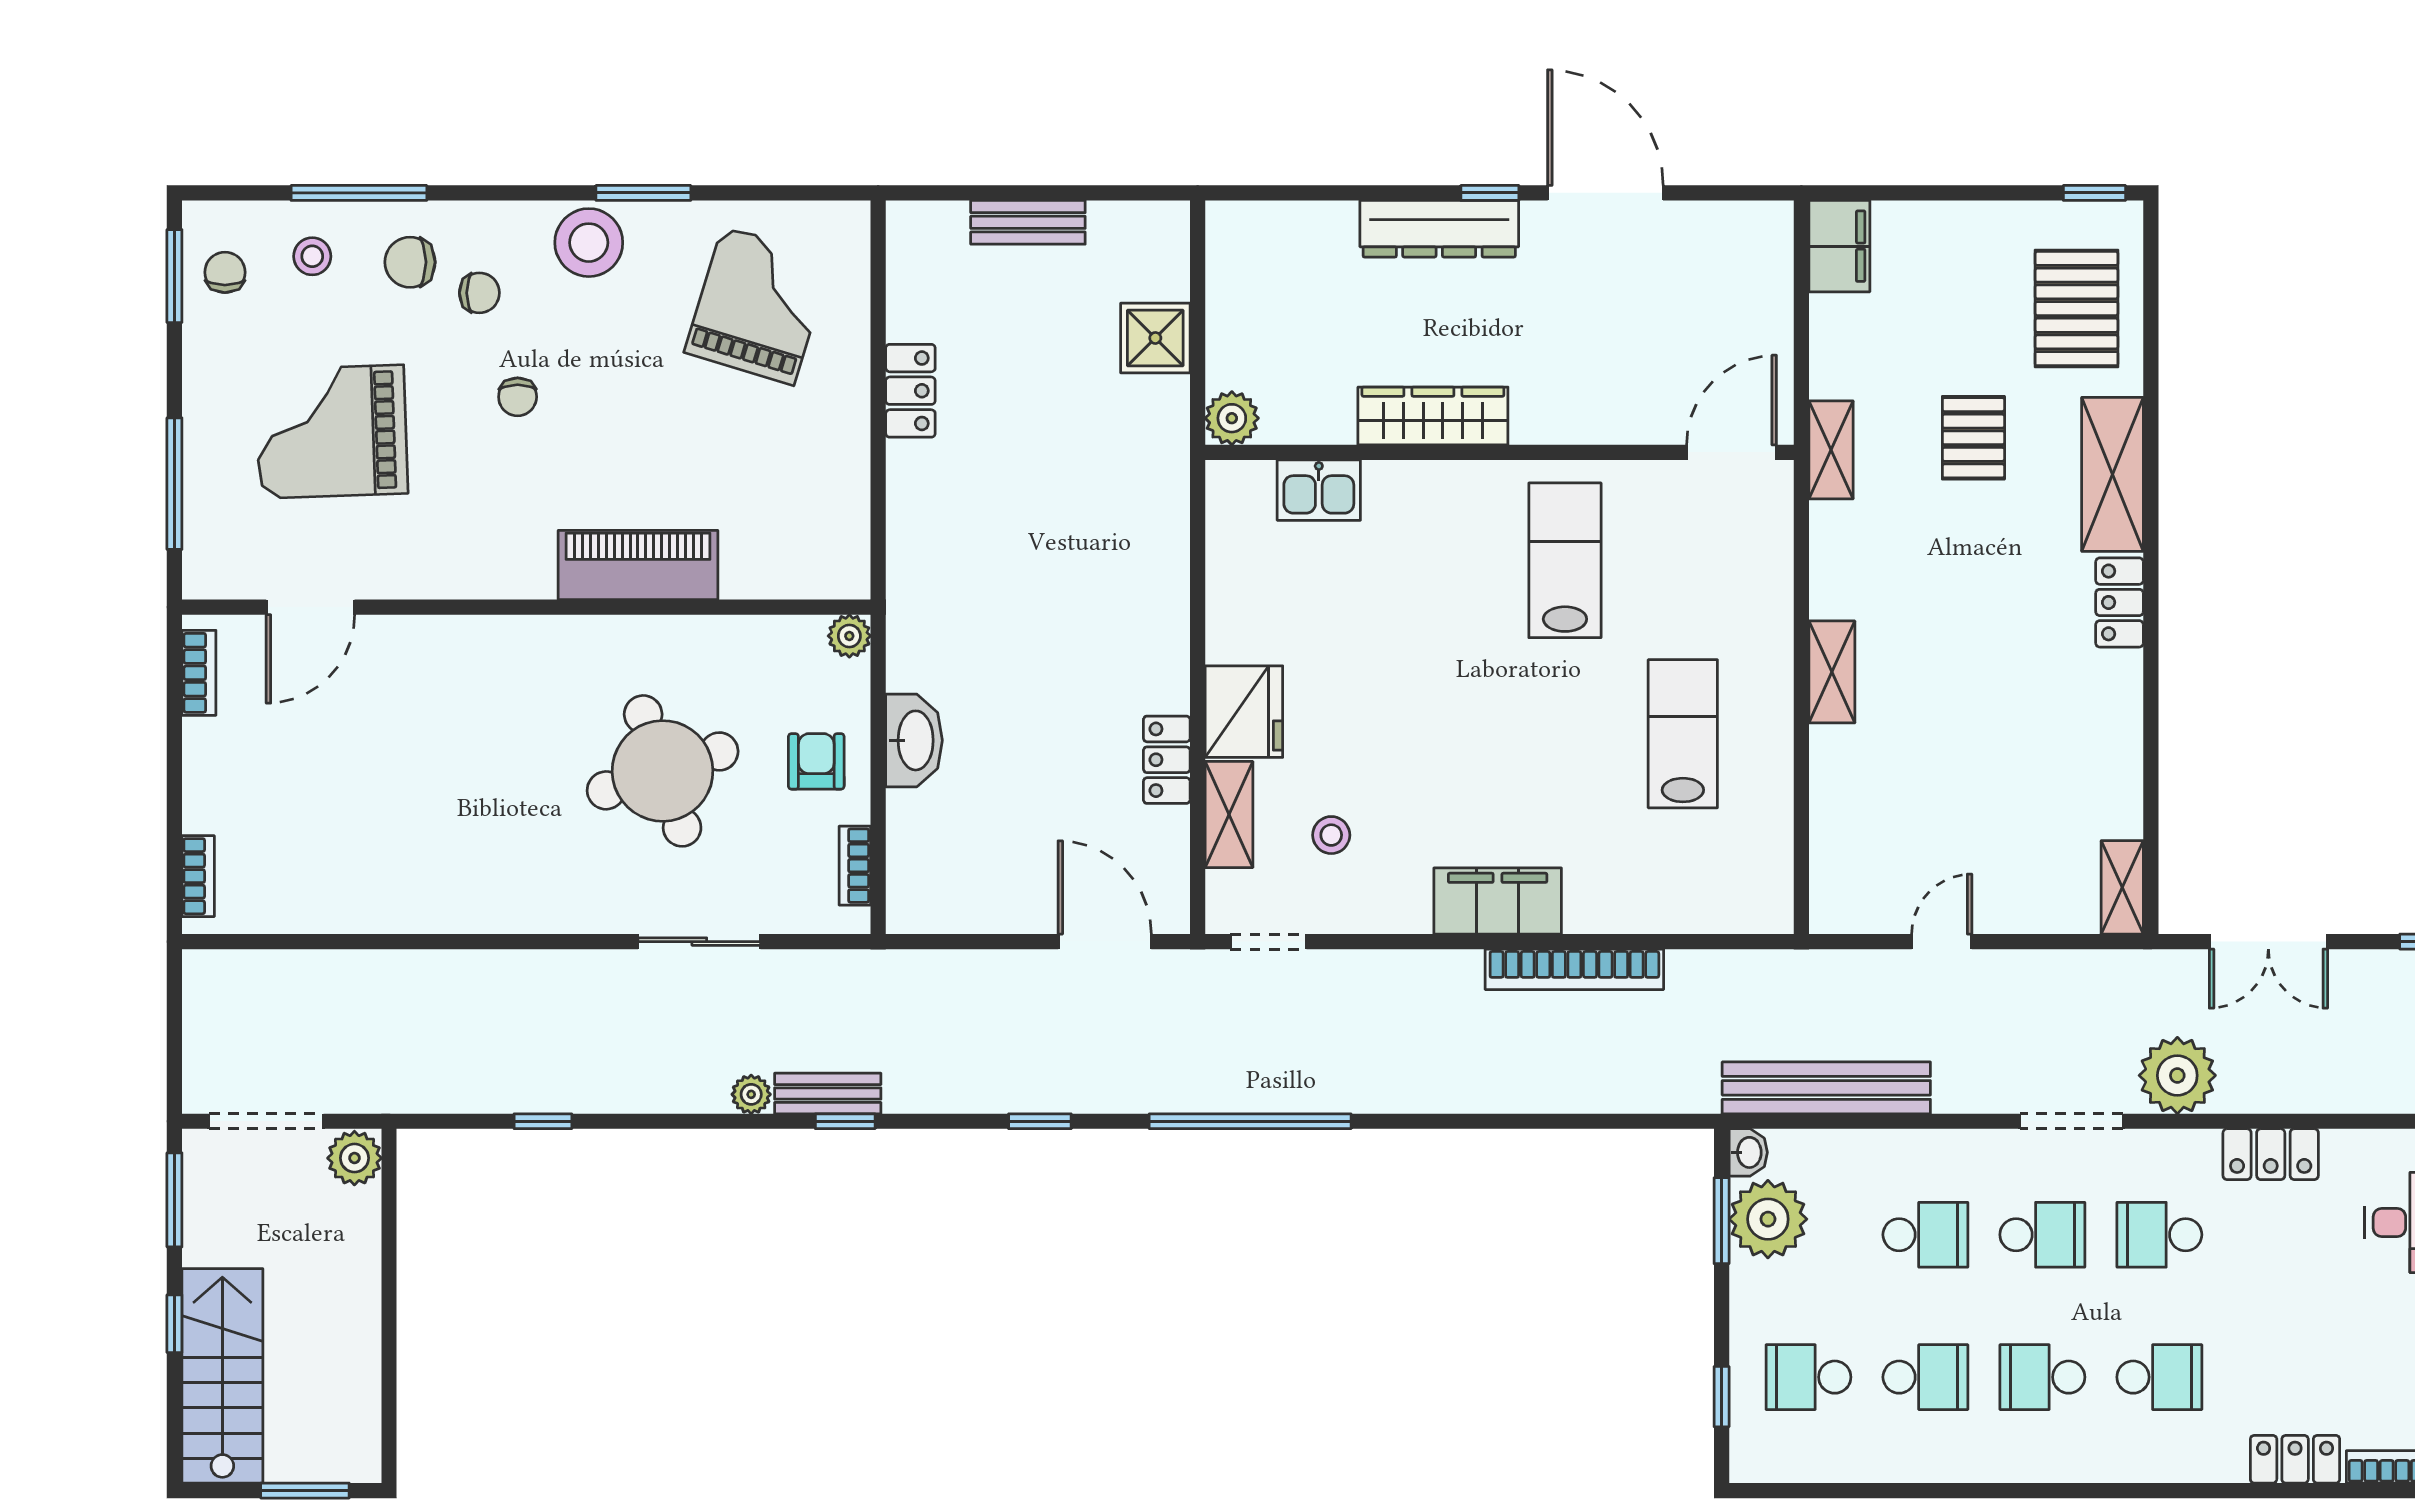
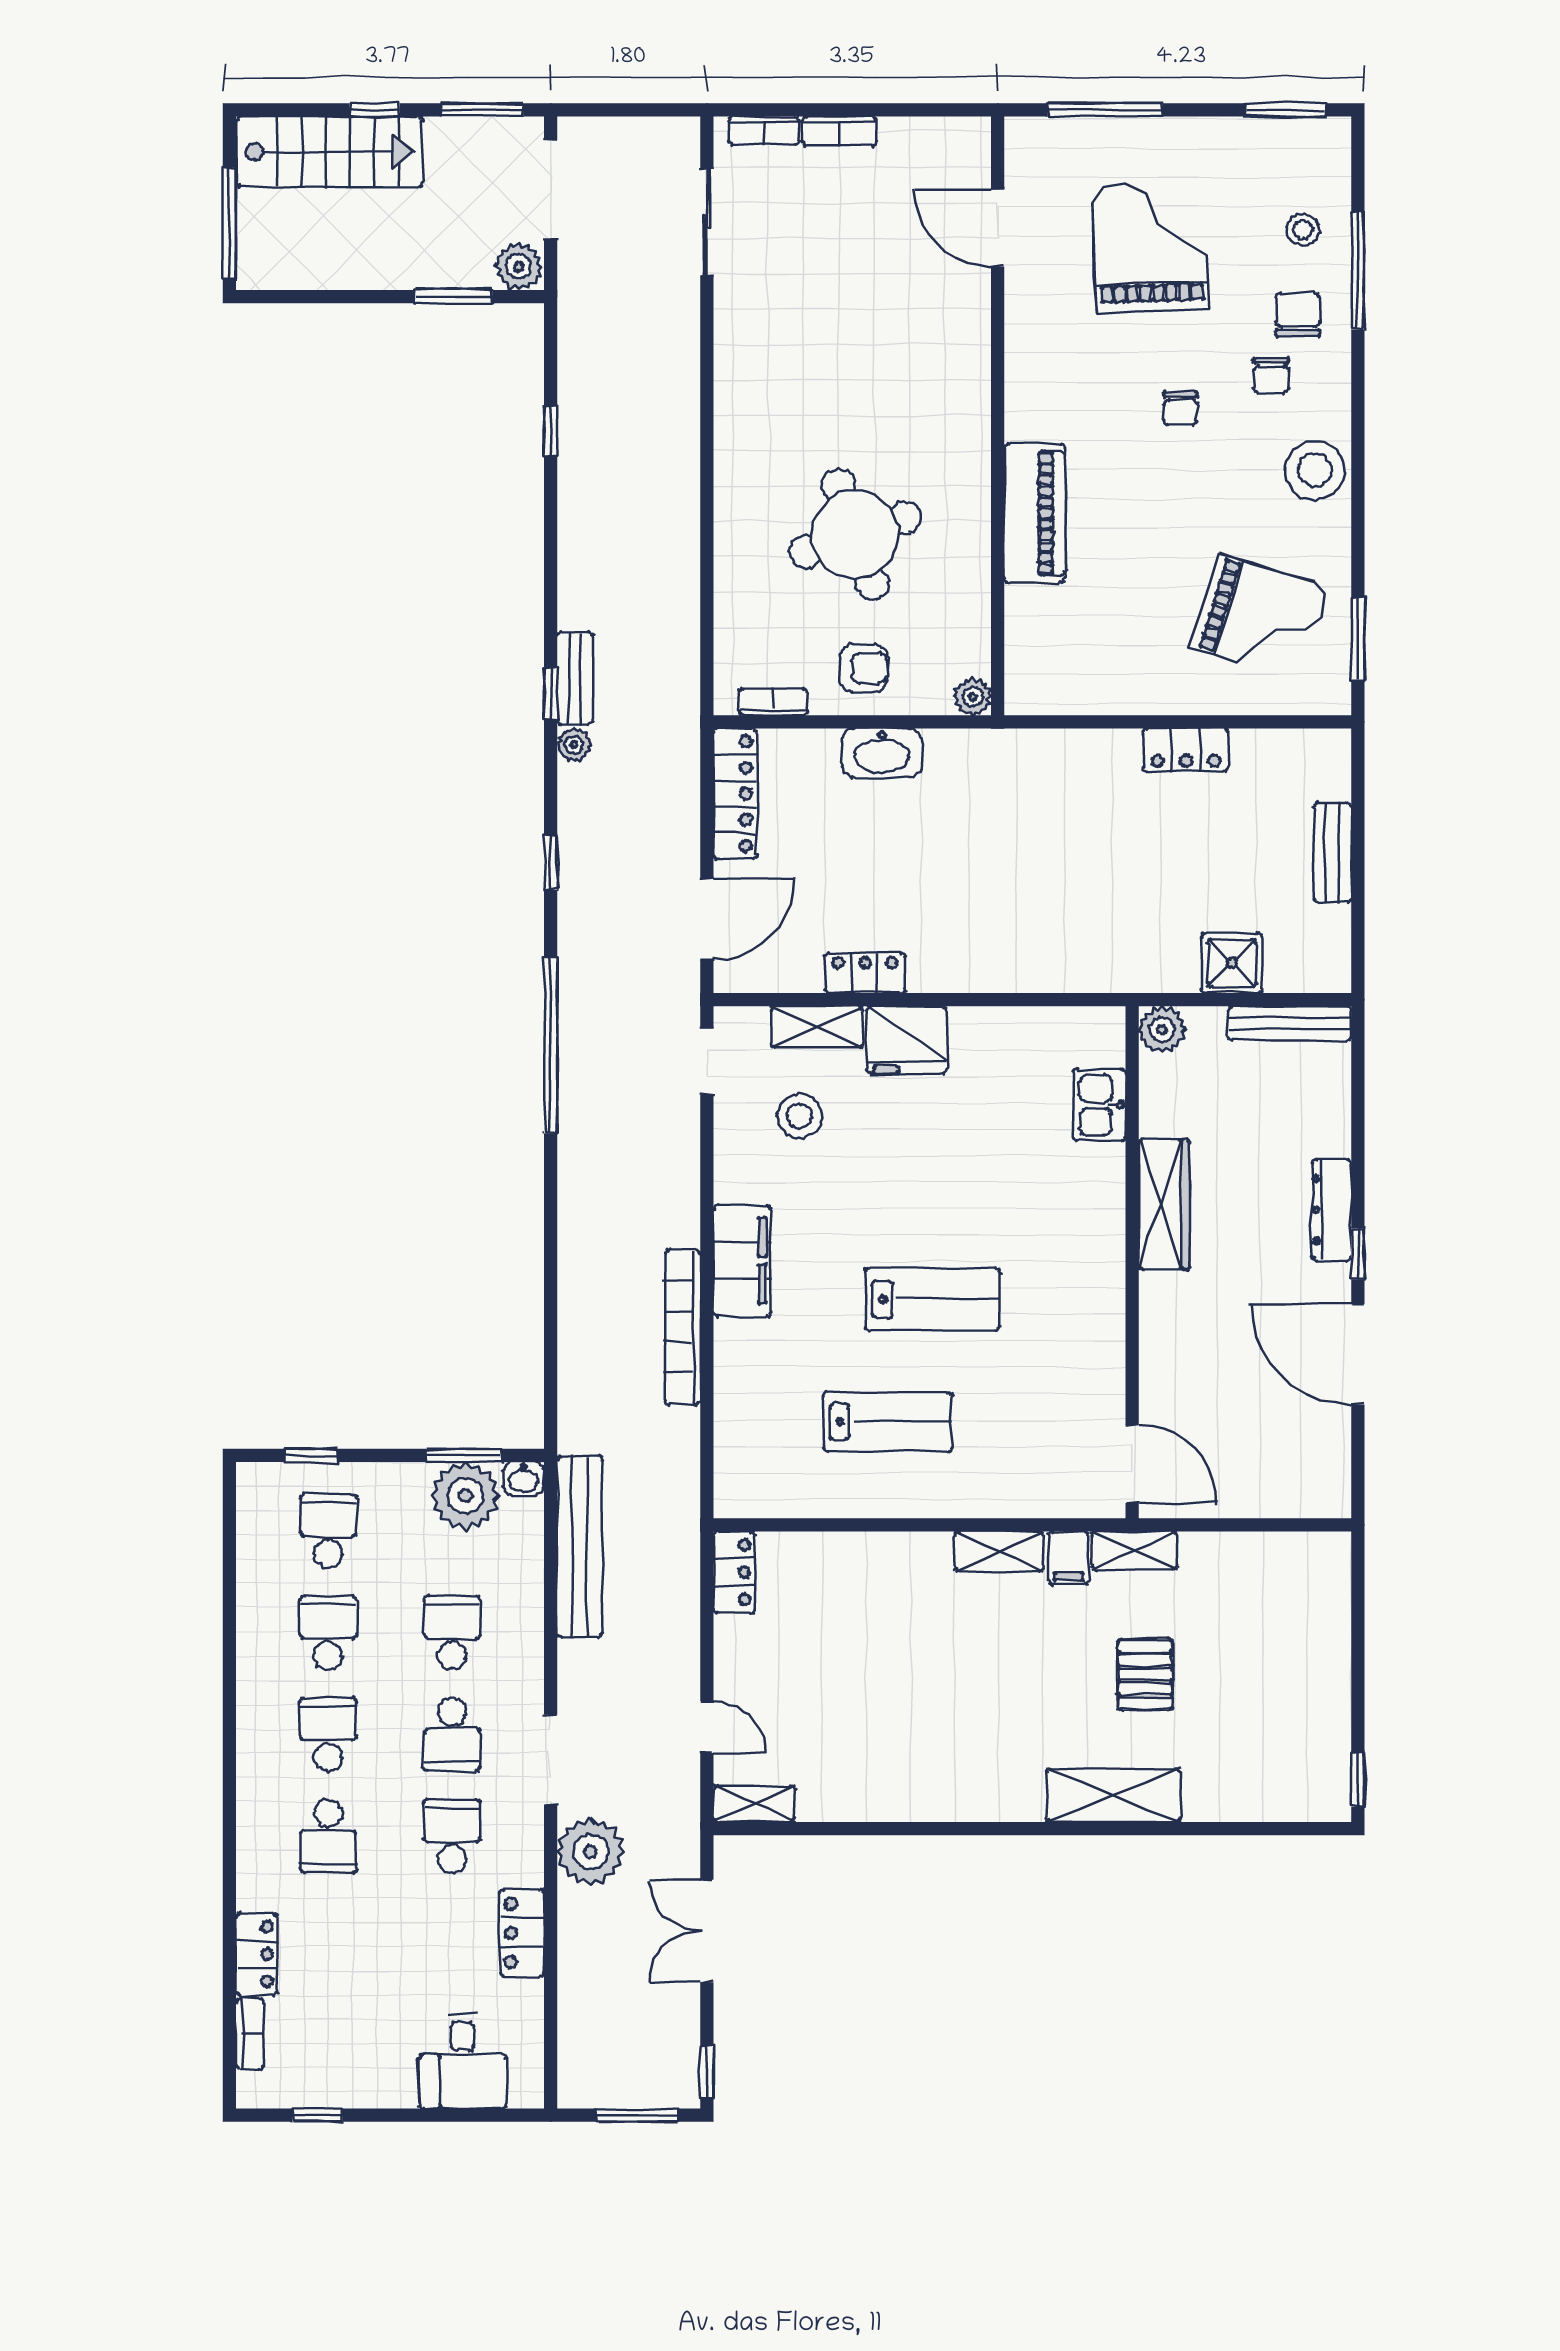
window: (643, 193) -> (1358, 639), moved
door: (1605, 193) -> (1358, 1354), swing flipped
dresser: (1439, 229) -> (1332, 1210), width x0.73, depth x0.80
filing cabinet: (1839, 246) -> (1068, 1558), moved, width x0.50
bench: (1225, 271) -> (1290, 1023), added
chair: (225, 272) -> (1289, 154), removed
pallet: (2076, 309) -> (1257, 1764), removed
chair: (518, 397) -> (1181, 408), turned -90
pallet: (1973, 438) -> (1145, 1674), turned 90
lab bench: (1565, 560) -> (933, 1299), moved
locker: (2120, 602) -> (734, 1572), moved, turned 90
shelving: (1832, 672) -> (999, 1551), moved
bookcase: (199, 673) -> (839, 131), moved
stool: (1331, 835) -> (800, 1116), width x1.37, depth x1.37
locker: (961, 909) -> (735, 794), added
sliding door: (699, 942) -> (707, 222), moved
door: (1942, 942) -> (707, 1727), moved
plant: (751, 1094) -> (574, 745), moved
window: (389, 1233) -> (454, 297), added
school desk: (1925, 1235) -> (452, 1633), turned 180
school desk: (1925, 1377) -> (328, 1633), turned 180
window: (305, 1491) -> (229, 223), width x1.44

